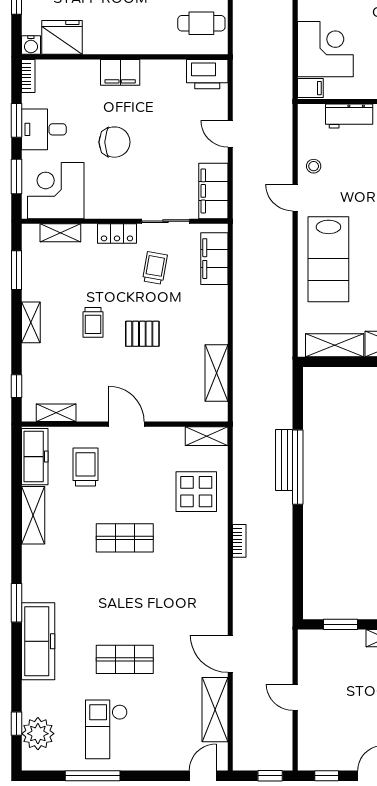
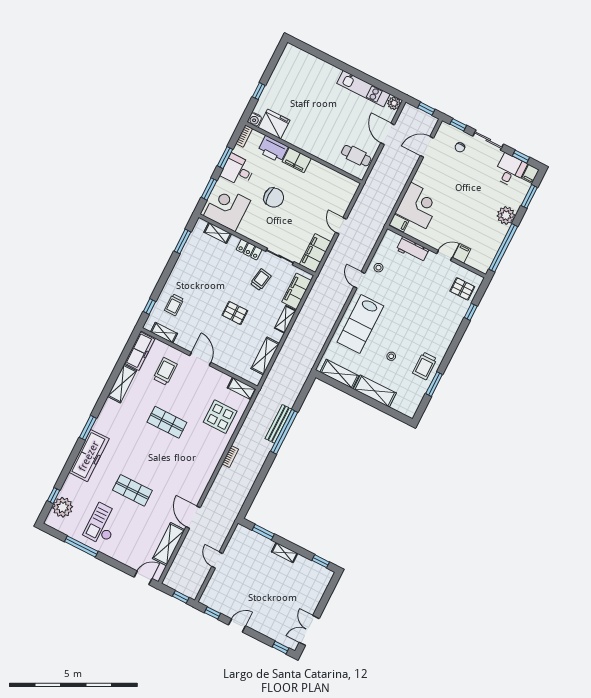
printer: (207, 74) -> (273, 149), moved
shelving: (31, 322) -> (285, 319), moved
trolley: (93, 322) -> (174, 305), moved

